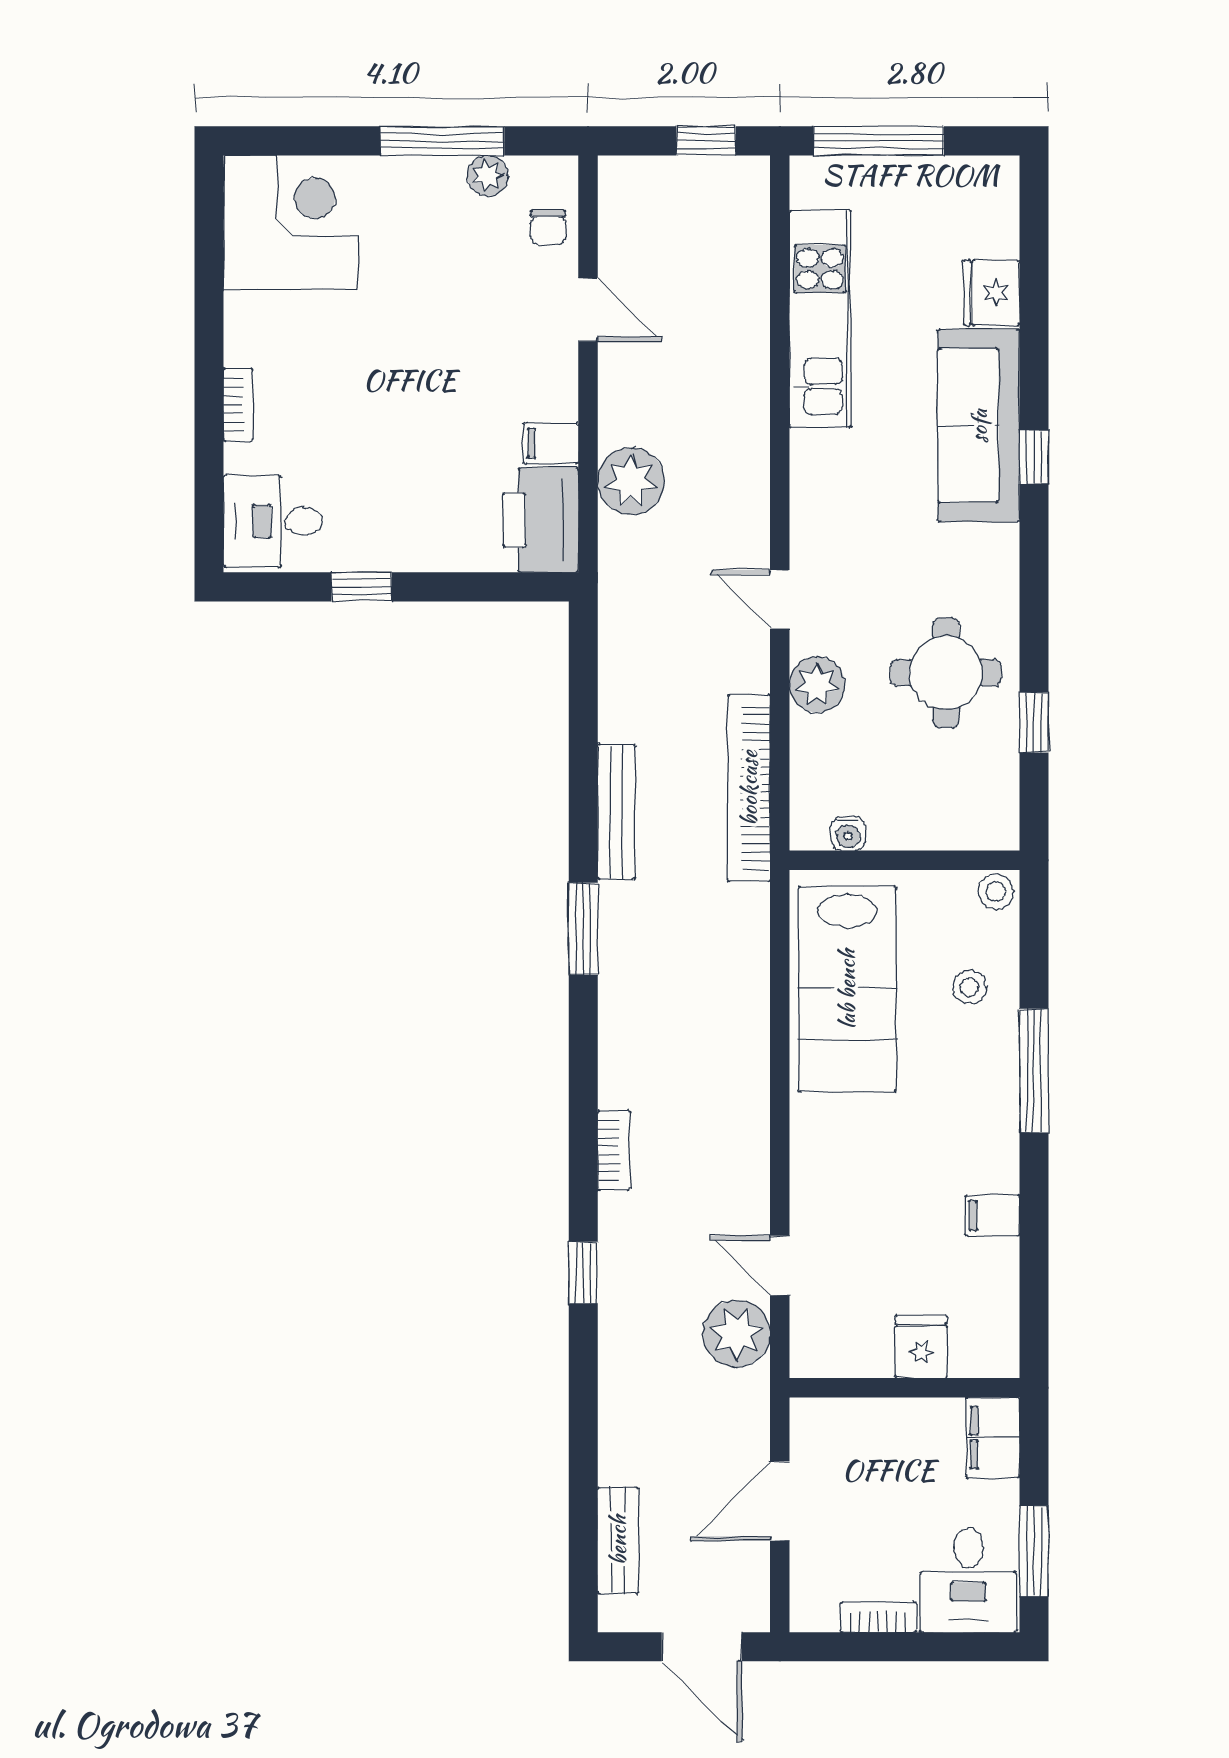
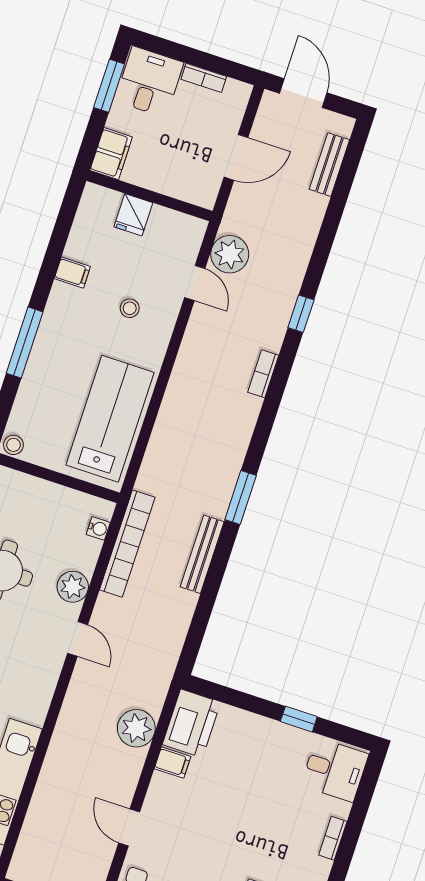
water cooler: (848, 834) -> (98, 528), moved, turned 90
stool: (970, 987) -> (130, 308), moved

